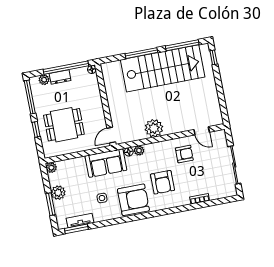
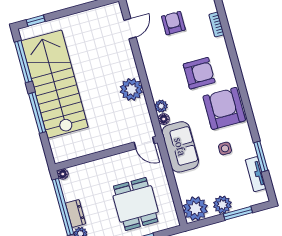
armchair: (184, 154) -> (173, 23), moved
plant: (51, 168) -> (195, 209), width x1.88, depth x1.88
window: (76, 229) -> (261, 156), moved

